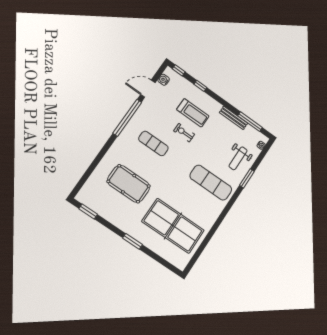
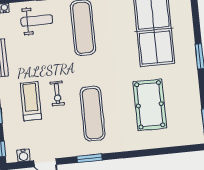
window: (127, 118) -> (89, 158), width x0.47
exercise mat: (153, 143) -> (93, 114), width x1.36, depth x1.45

